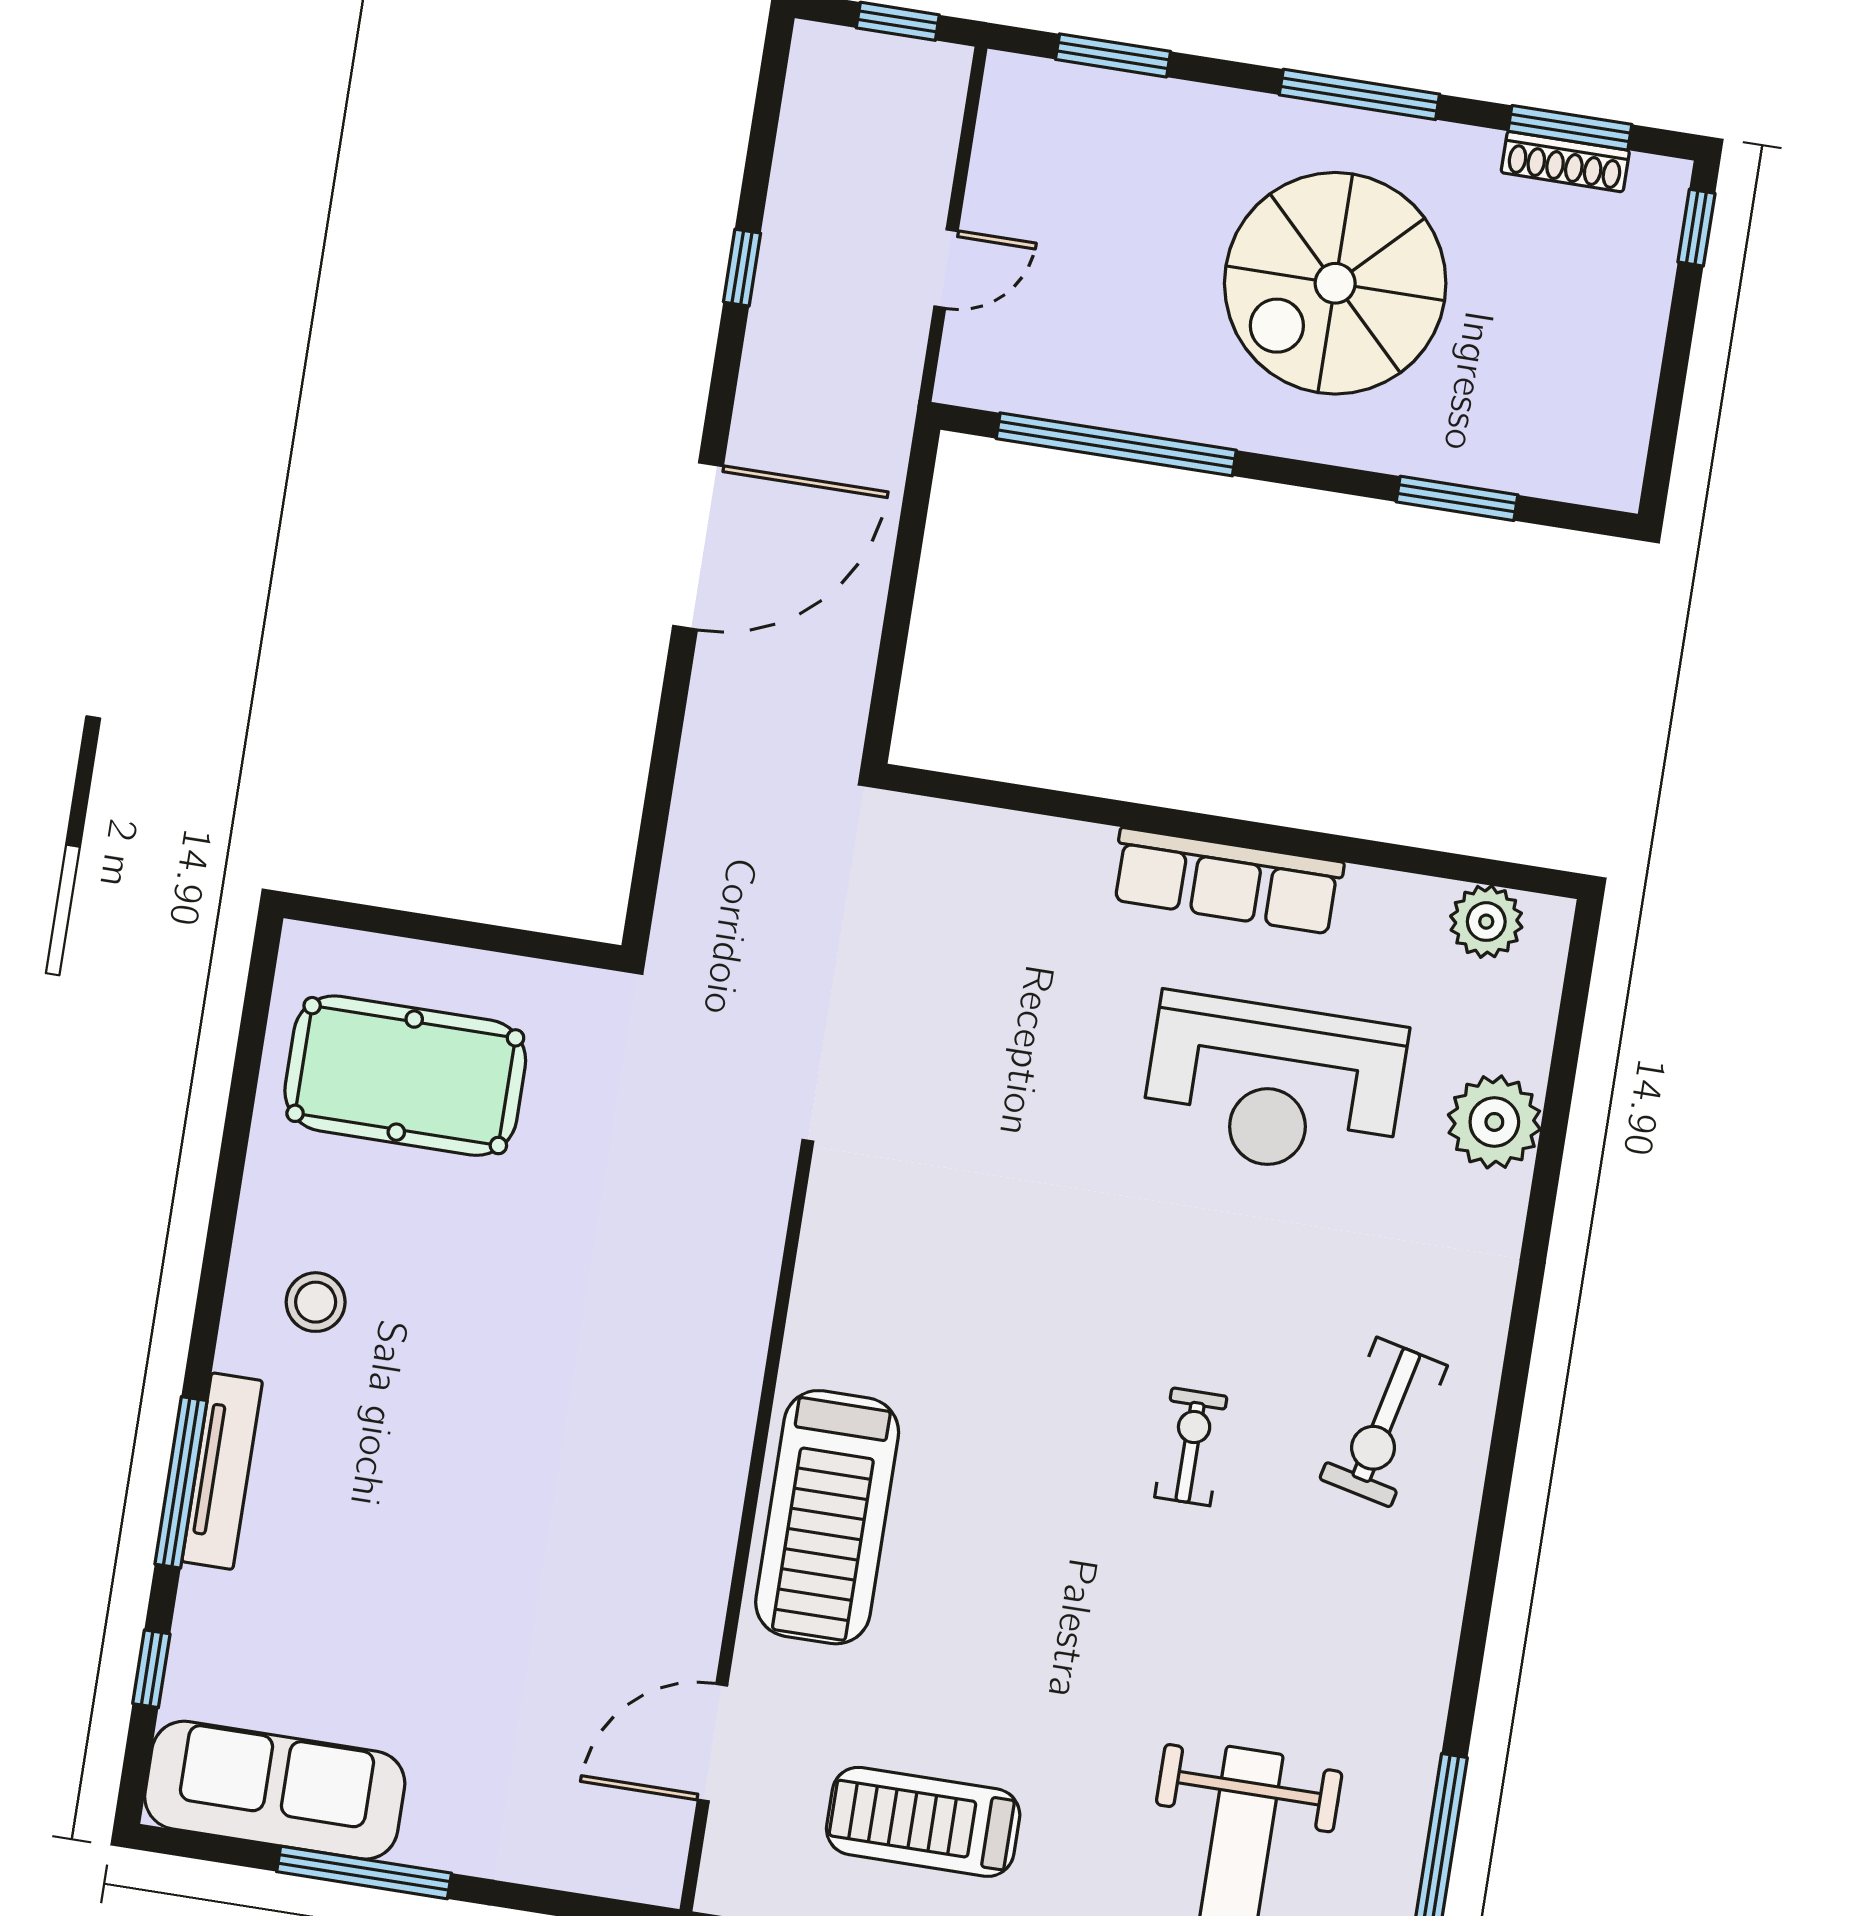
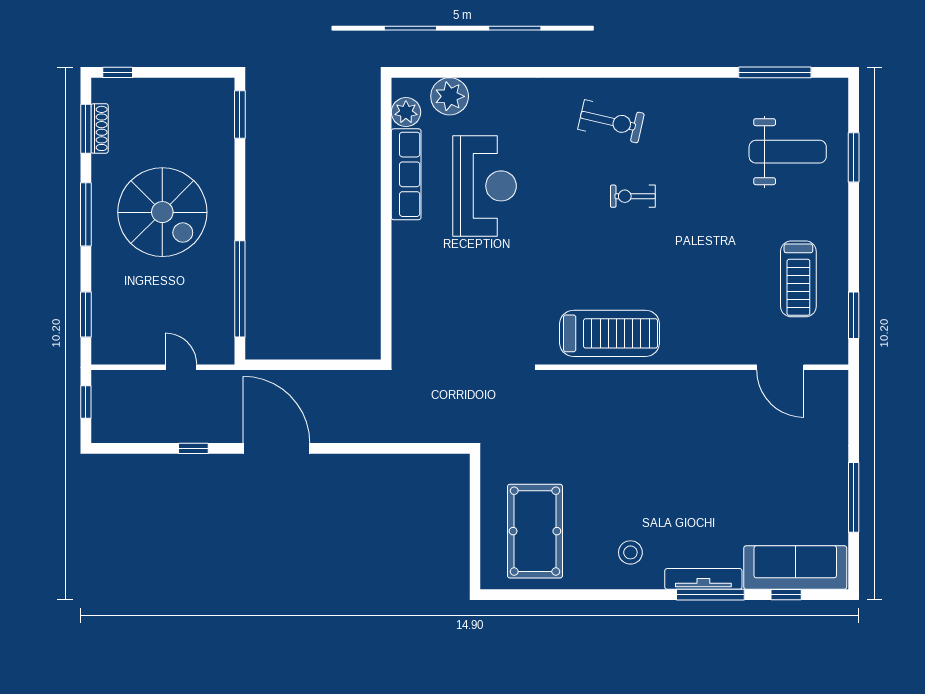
window: (1457, 498) -> (240, 115), moved
door: (698, 546) -> (276, 448), moved
row of seats: (1227, 881) -> (406, 174), moved
plant: (1494, 1122) -> (450, 96), moved
treadmill: (827, 1517) -> (610, 333), moved
sofa: (275, 1790) -> (795, 567), moved, turned 90

